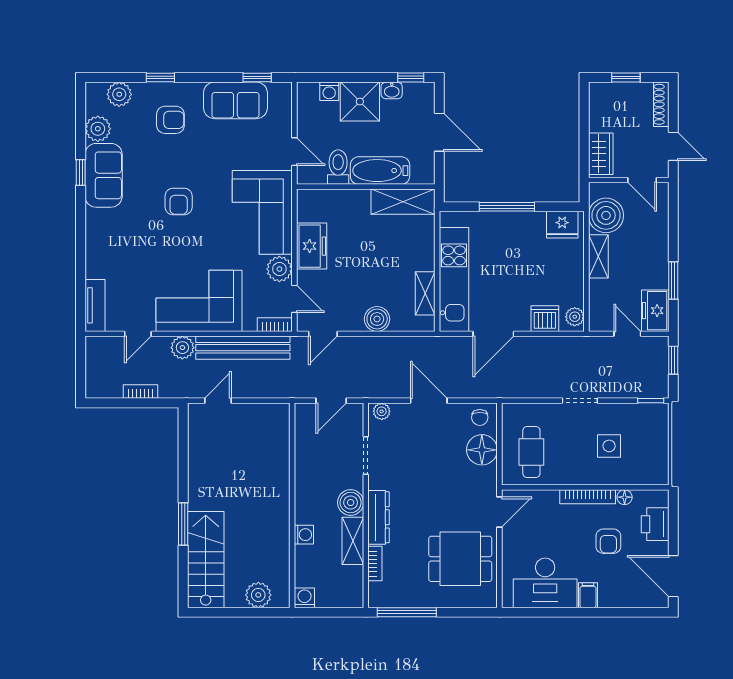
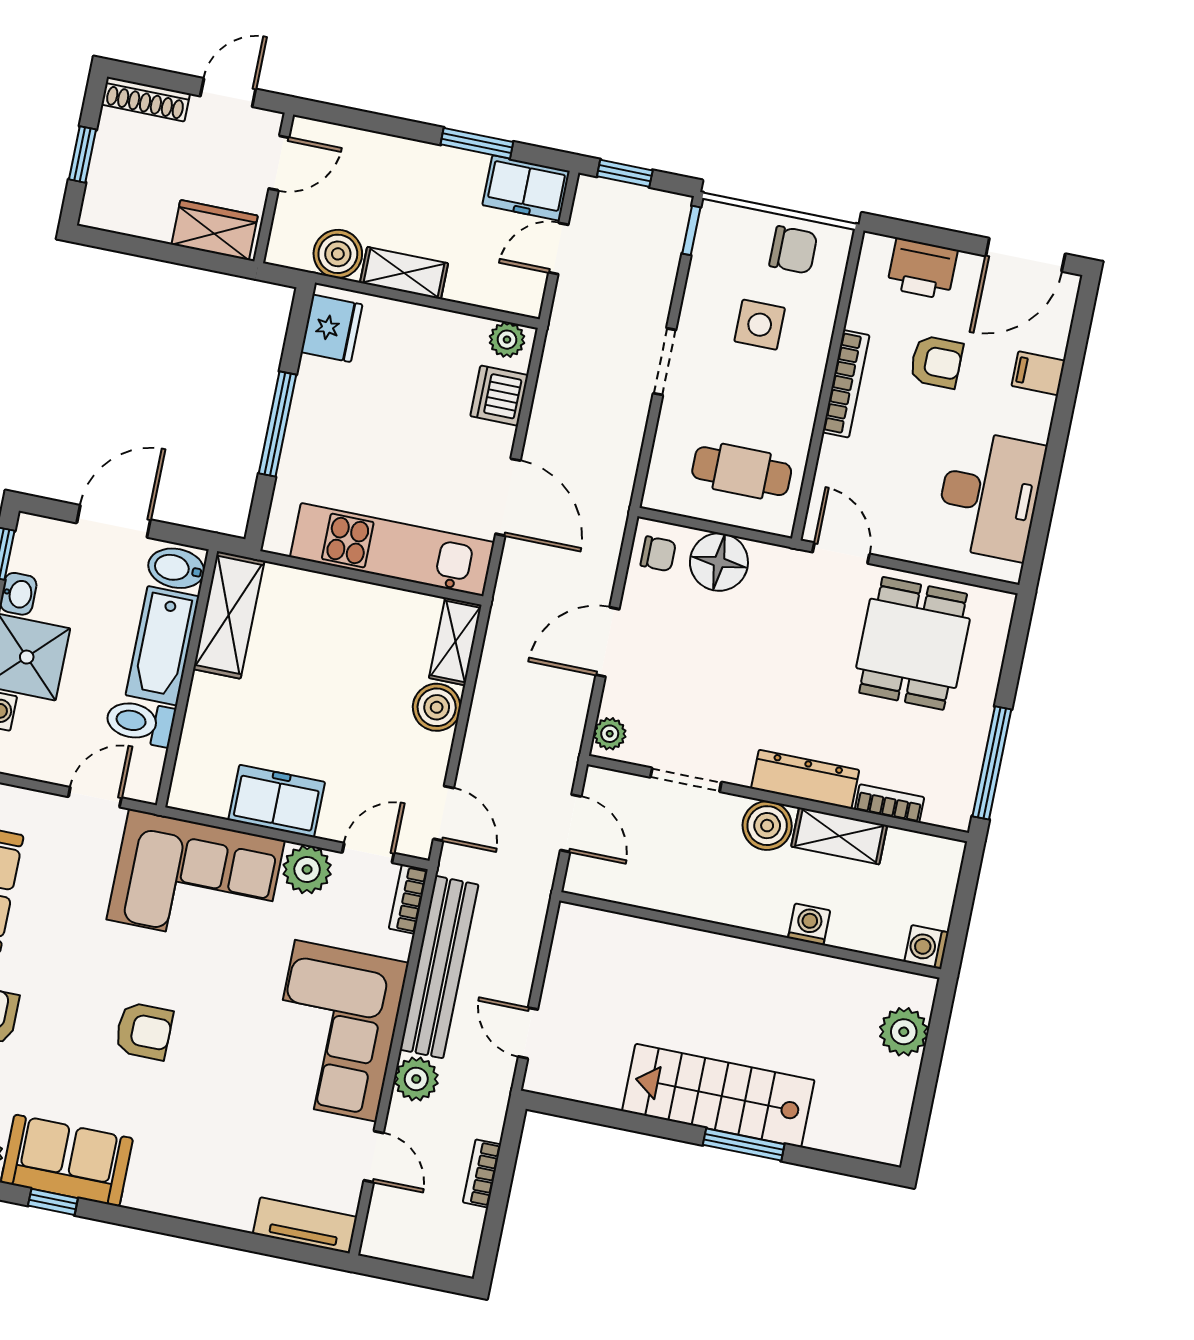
bidet: (422, 170) -> (176, 568), added
boiler: (606, 215) -> (338, 254), width x0.73, depth x0.73
shelving: (425, 293) -> (455, 641), moved, turned 90
chair: (651, 455) -> (793, 250), added
floor lamp: (625, 497) -> (861, 315), removed
stairs: (206, 560) -> (718, 1096), moved
filing cabinet: (588, 595) -> (1038, 373), moved

